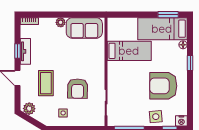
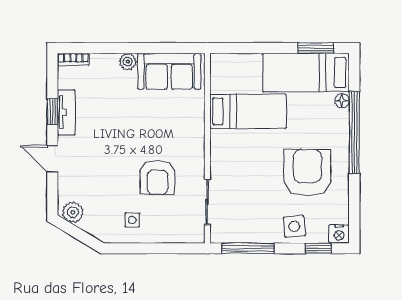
window: (190, 63) -> (354, 133), width x3.17
coffee table: (46, 83) -> (102, 168), removed
armchair: (163, 86) -> (307, 173), turned 90

